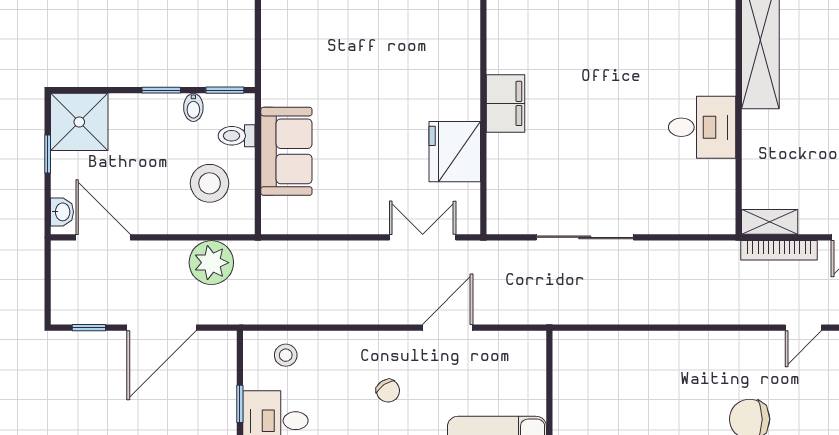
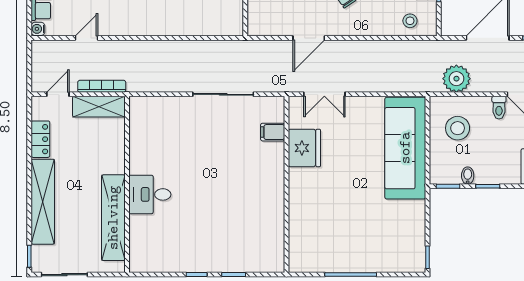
filing cabinet: (505, 103) -> (273, 132), moved, width x0.50
desk: (702, 127) -> (150, 194), moved
toilet: (237, 136) -> (499, 108), moved, turned 90
sofa: (286, 151) -> (405, 148), width x1.85, depth x1.27
shelving: (770, 222) -> (99, 107), width x1.50, depth x1.33

